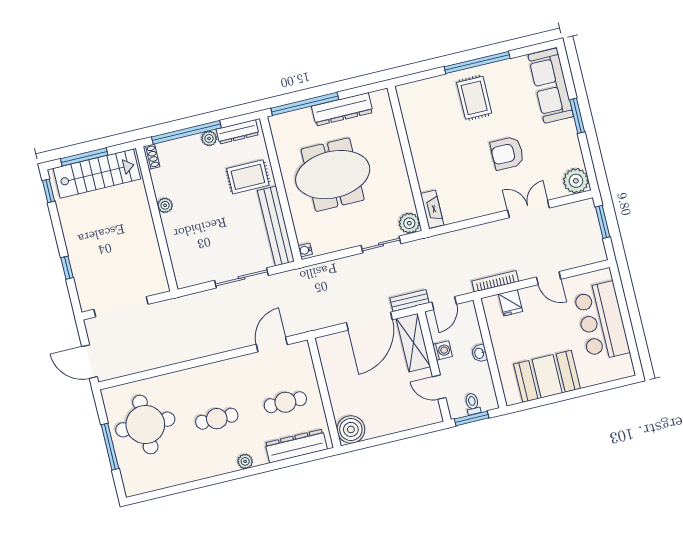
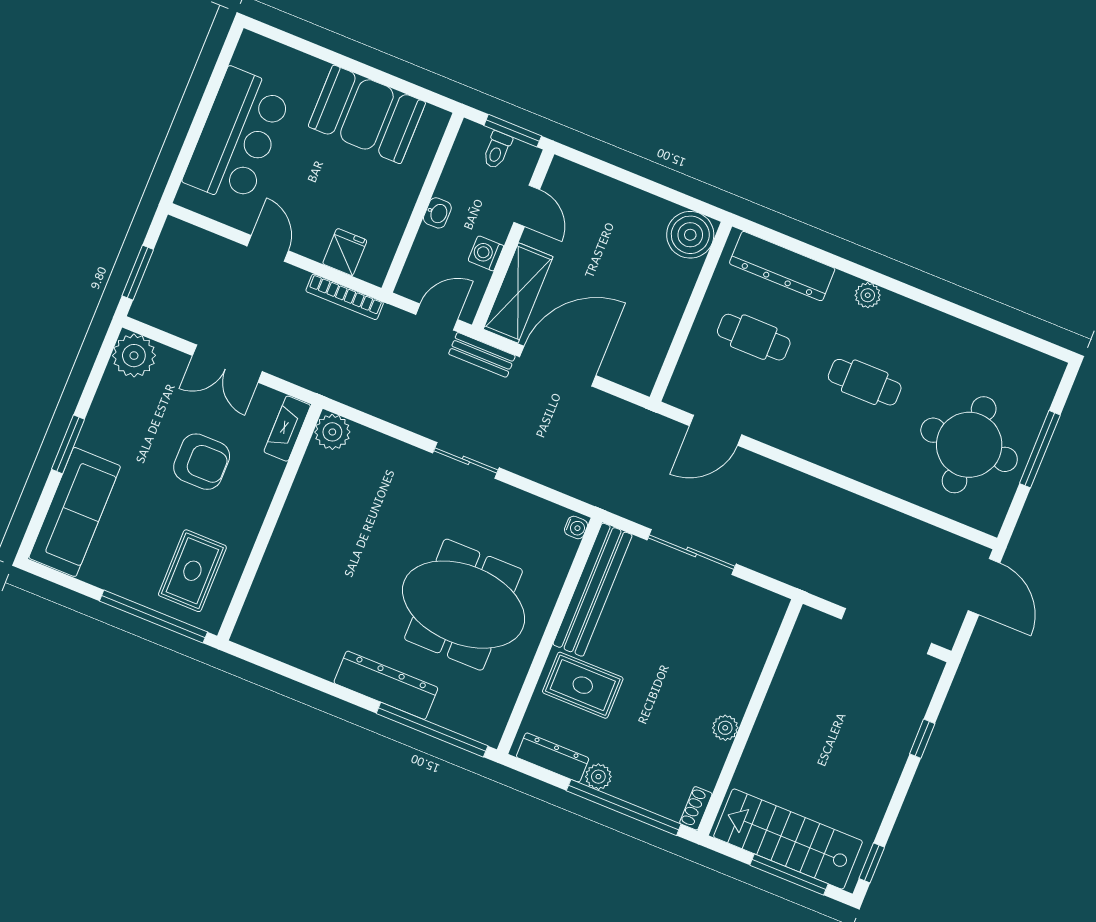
wall: (408, 158) -> (270, 522), moved
fireplace: (432, 209) -> (287, 429), moved
plant: (409, 223) -> (332, 432), moved

